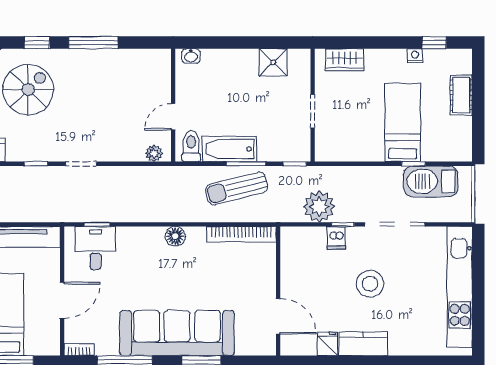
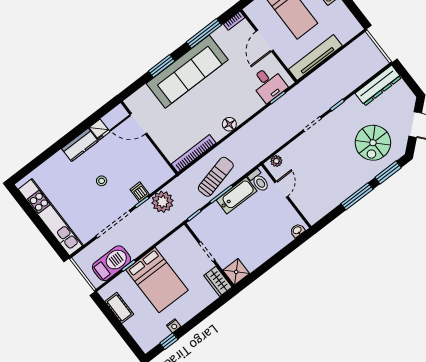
window: (37, 43) -> (388, 172), width x1.50
wardrobe: (345, 60) -> (218, 281), moved, turned -90
shower: (273, 62) -> (236, 272), moved
cot: (461, 95) -> (119, 308), moved
bed: (403, 122) -> (157, 280), width x1.50
stool: (370, 284) -> (102, 181), width x0.53, depth x0.53

